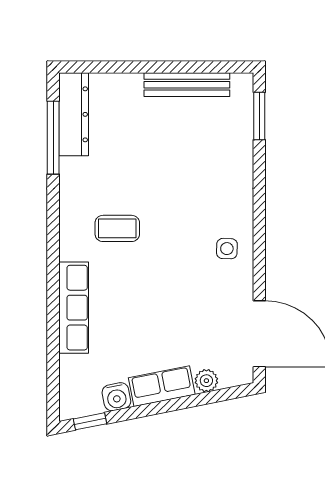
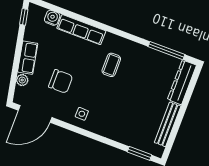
dresser: (74, 114) -> (182, 82), moved, turned 90
chair: (182, 310) -> (61, 81), added
water cooler: (116, 397) -> (52, 18), moved, turned 101

